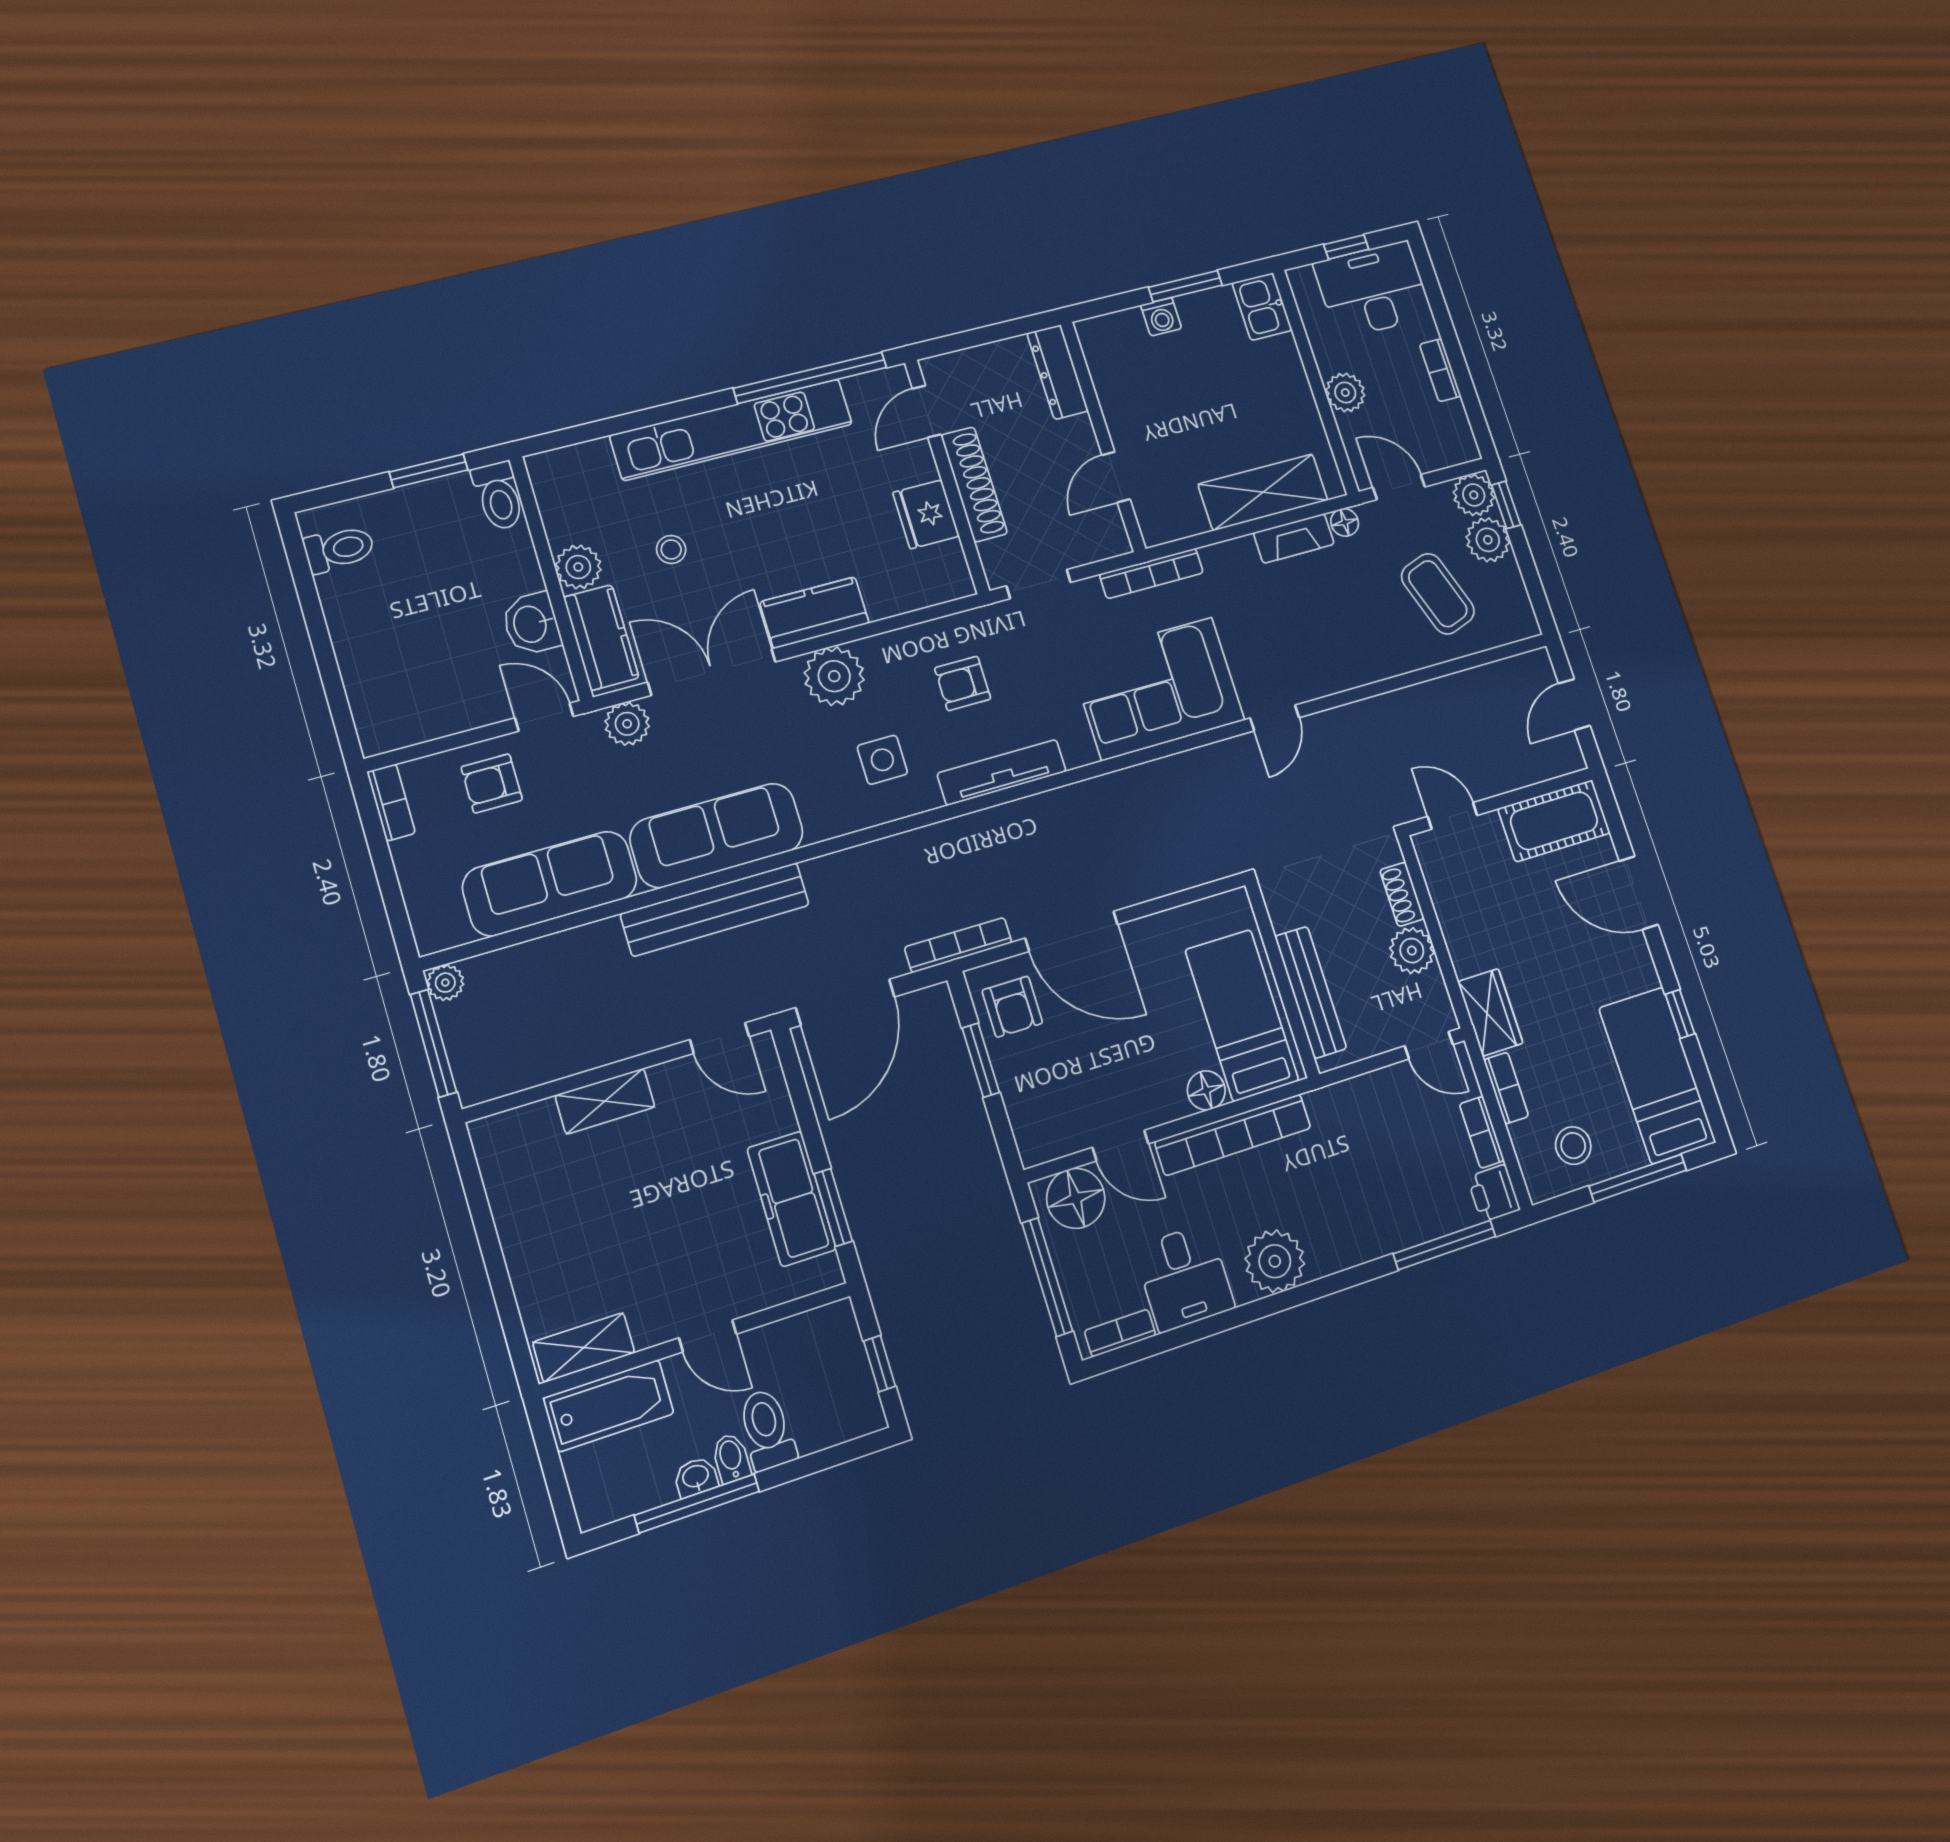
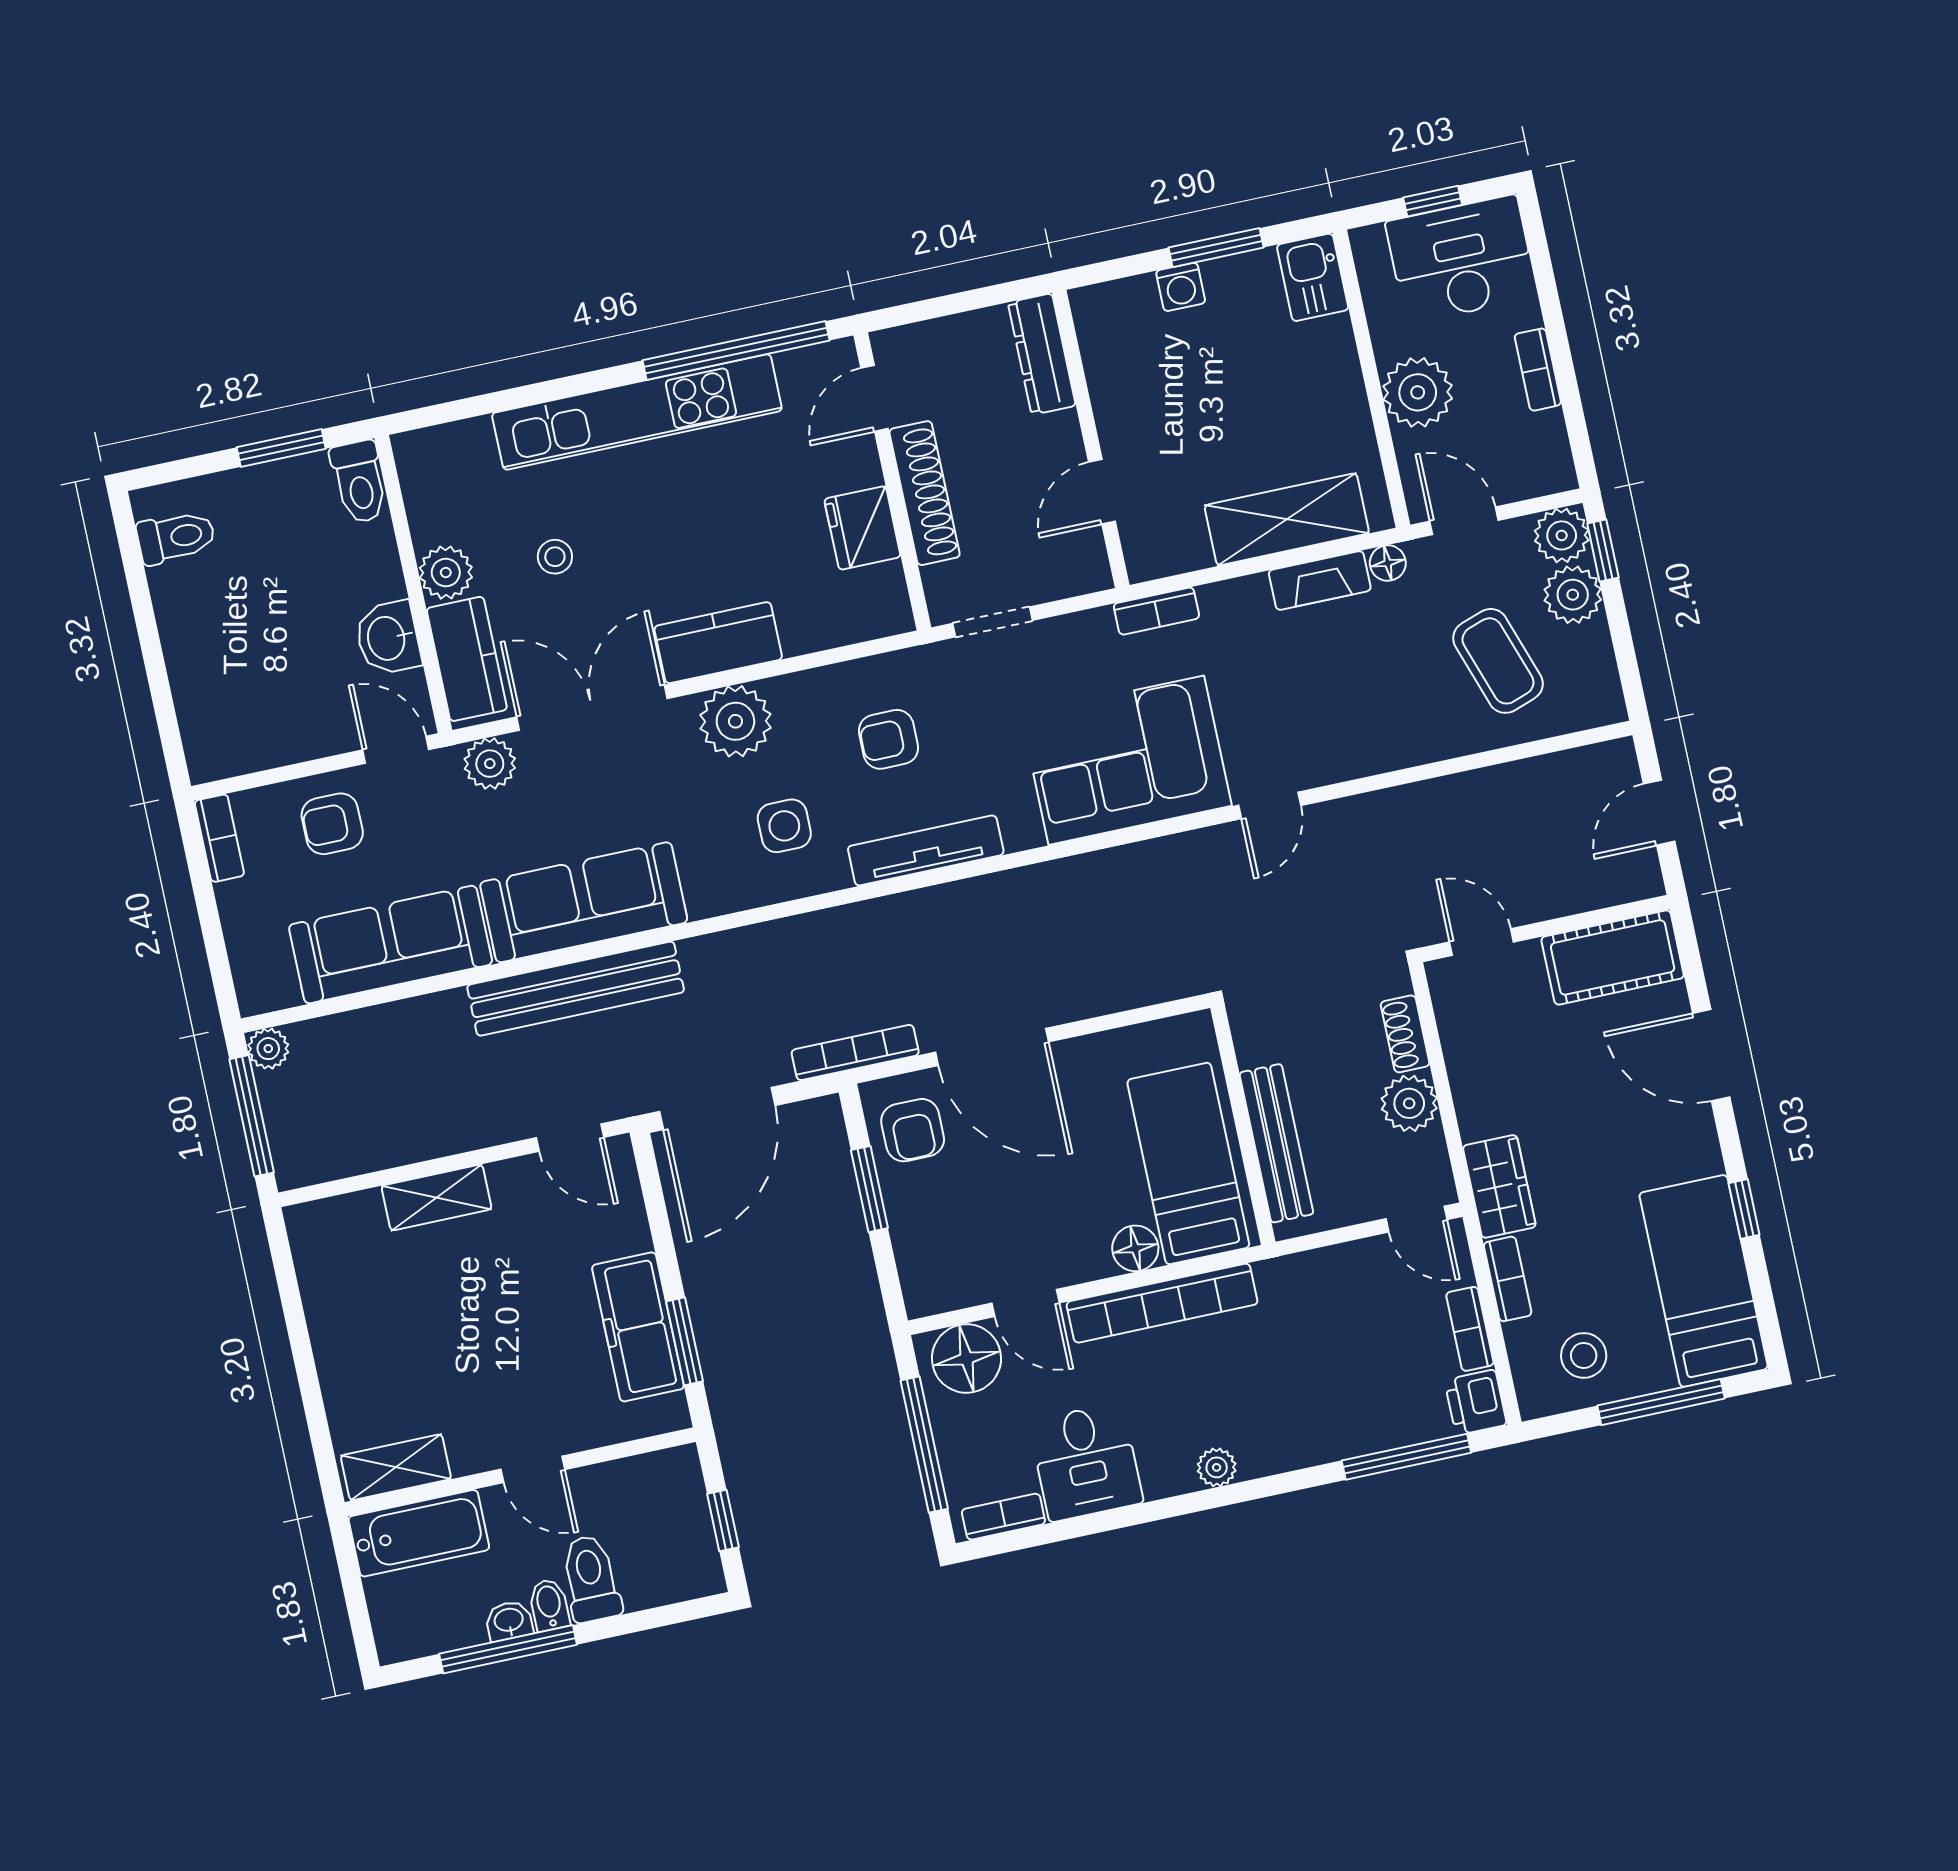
plant: (1345, 393) -> (1418, 392), width x1.36, depth x1.36
bookcase: (1151, 573) -> (1156, 611), width x0.64
plant: (1275, 1261) -> (1217, 1467), width x0.53, depth x0.53

